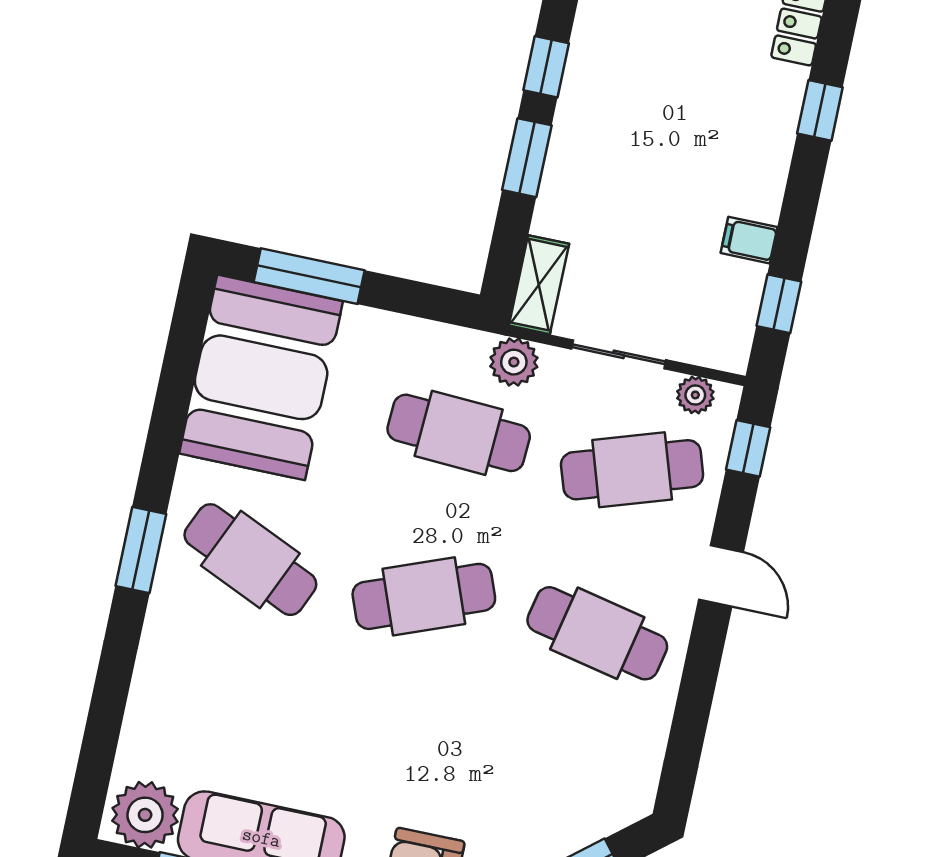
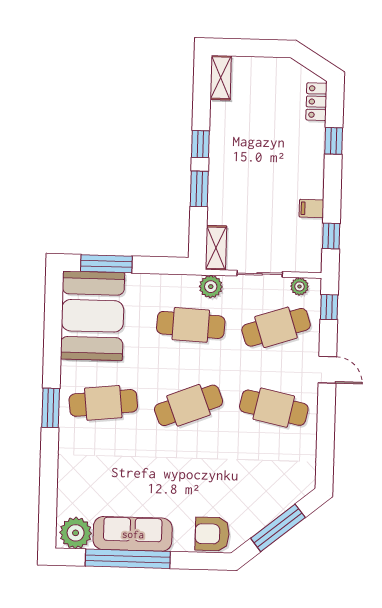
cafe table: (250, 560) -> (103, 403), turned -30

